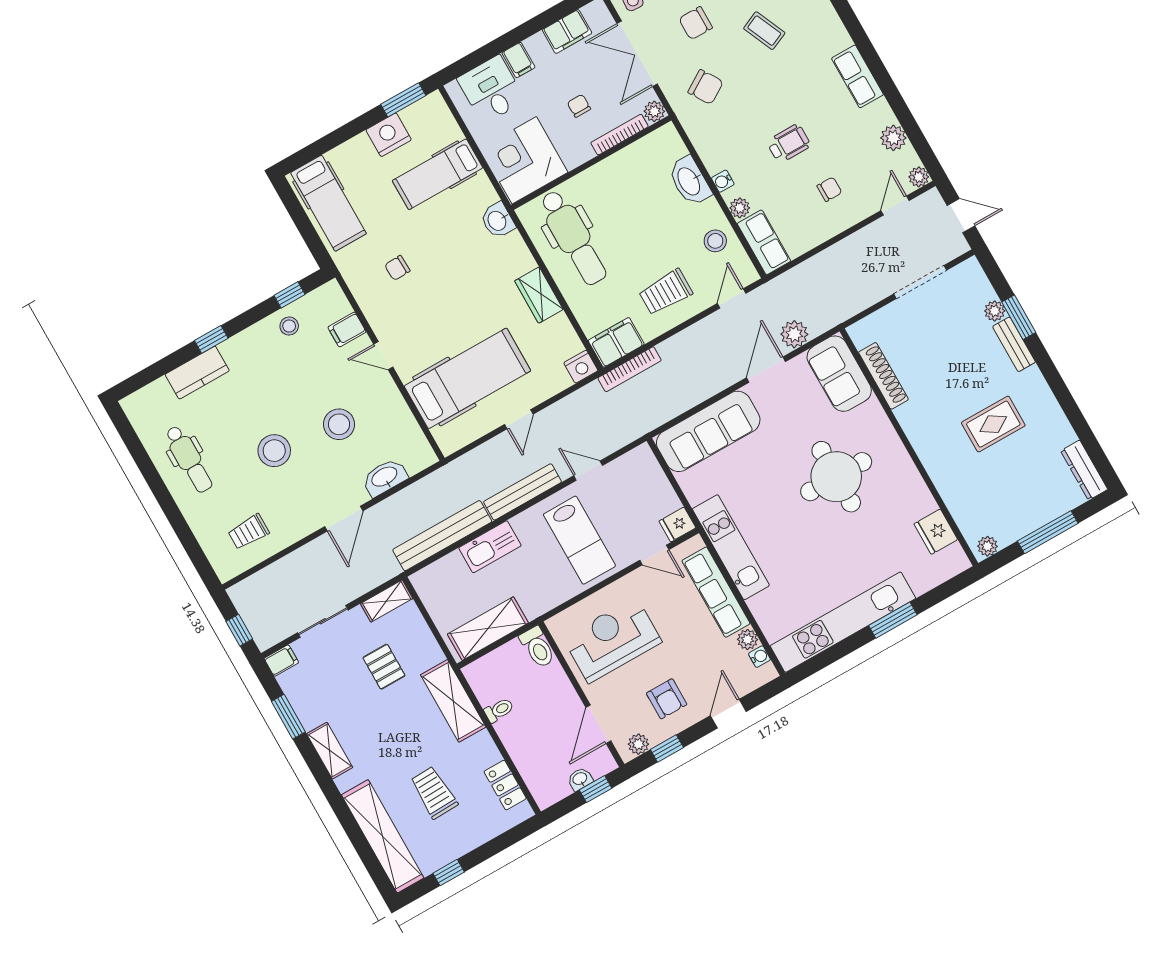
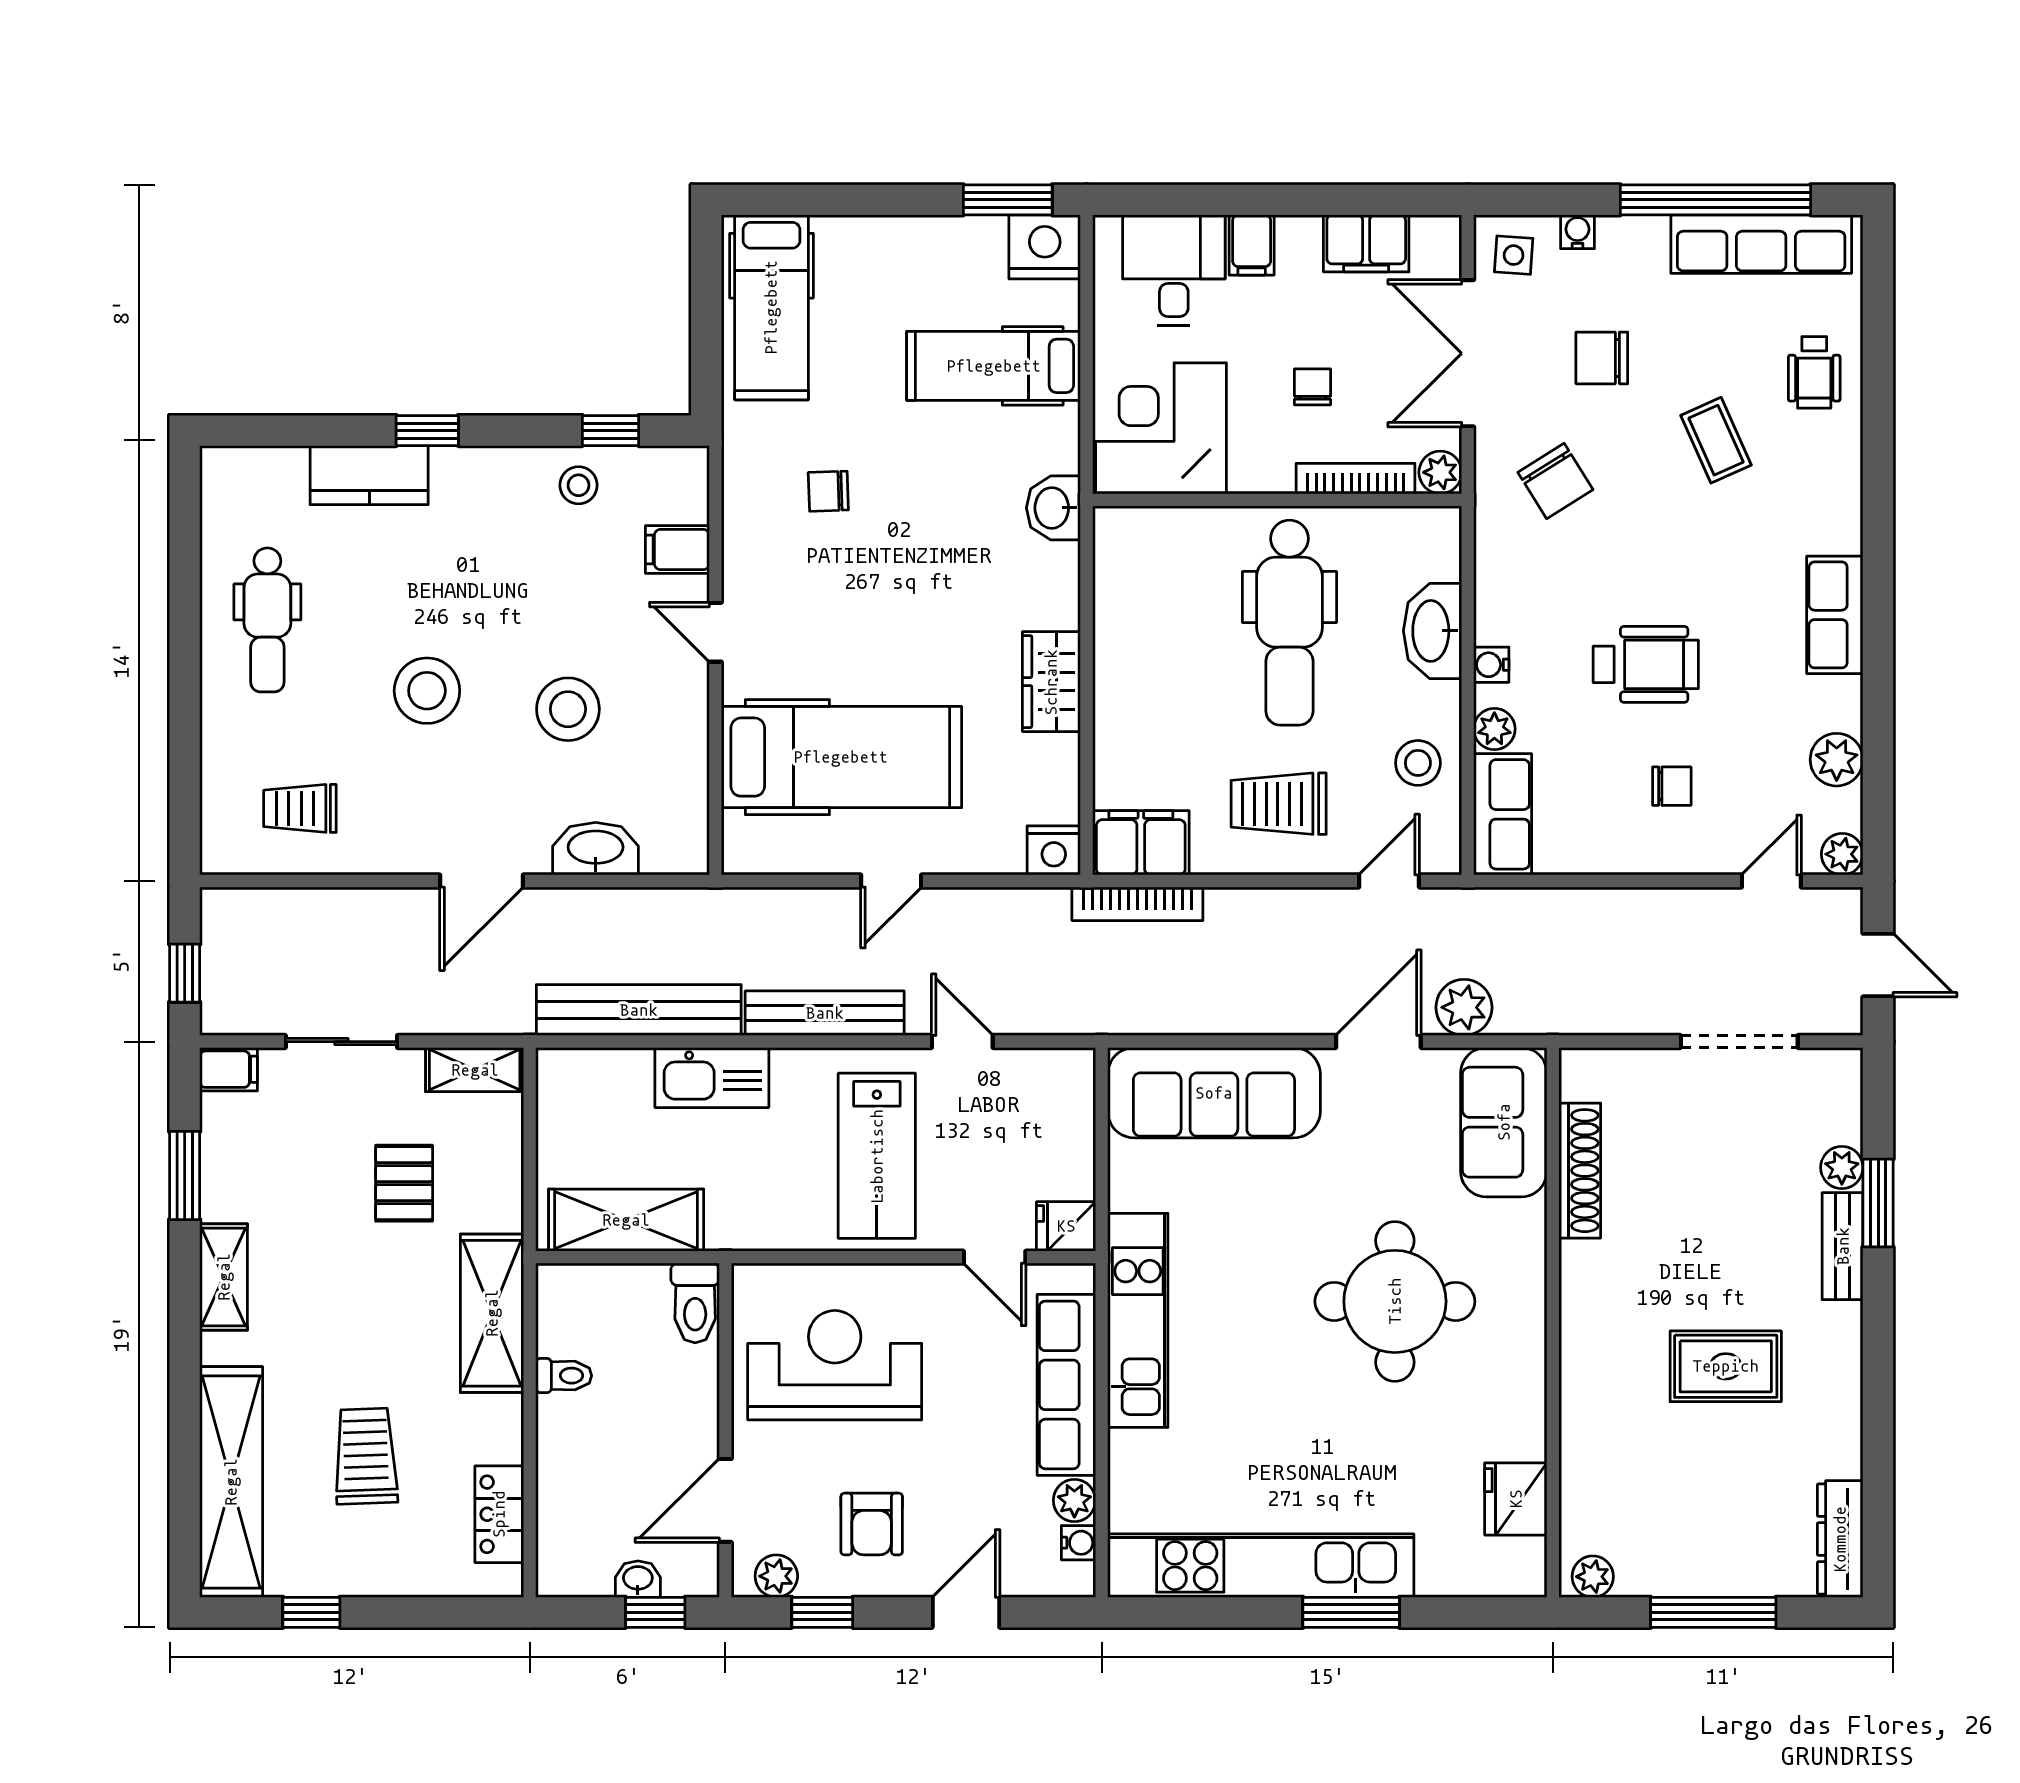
nightstand: (389, 135) -> (1045, 247), moved
wheelchair: (789, 143) -> (1646, 664), width x1.36, depth x1.37
dental chair: (573, 238) -> (1289, 623), moved

